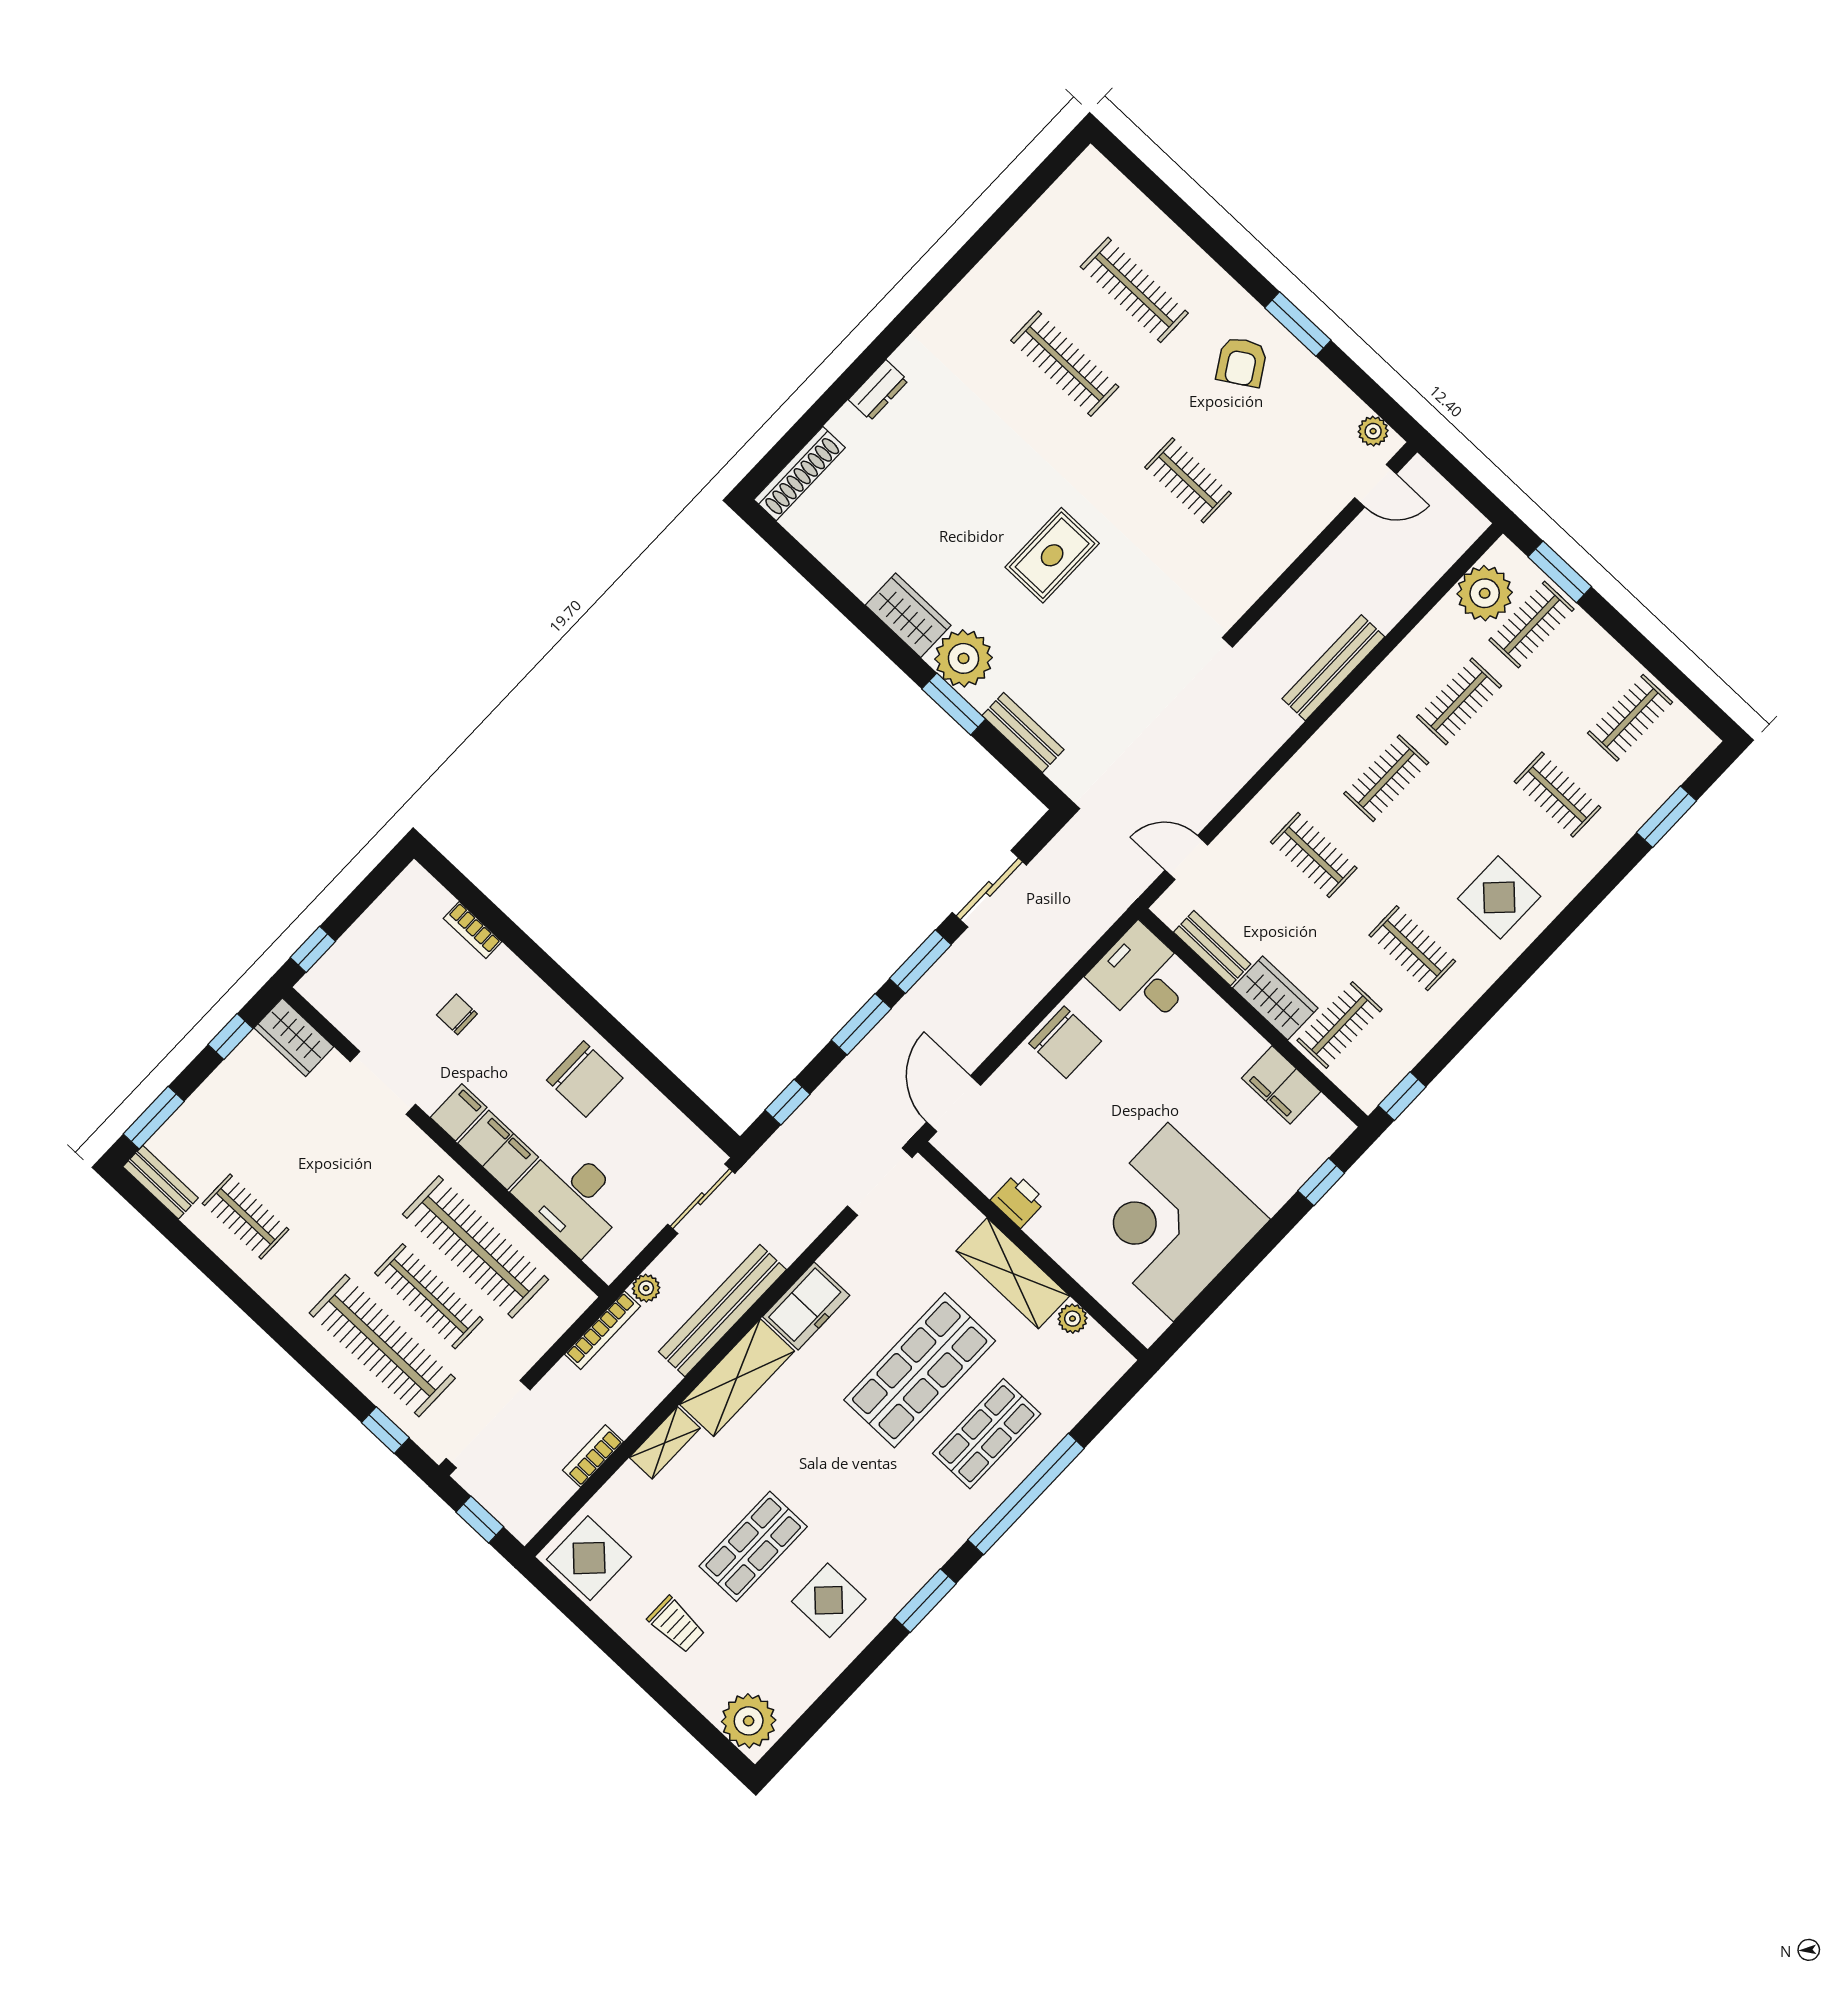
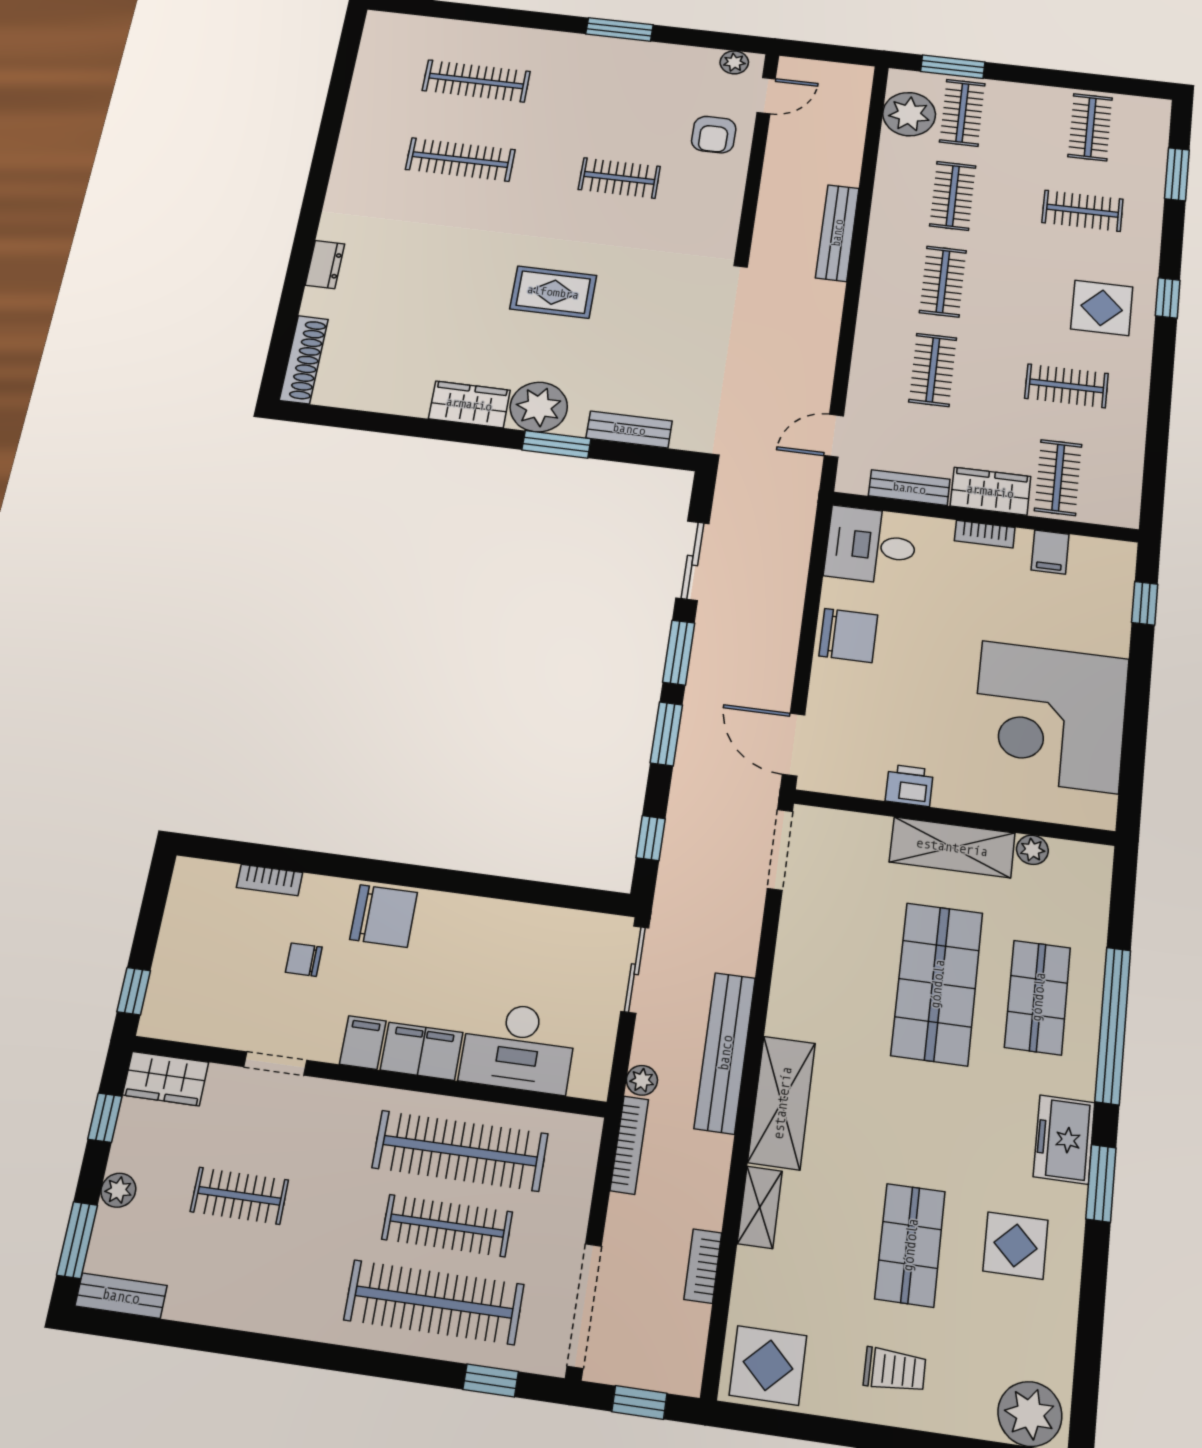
armchair: (1242, 362) -> (714, 135), moved, turned 32
rug: (1052, 555) -> (553, 292), turned 90
clothes rail: (1314, 855) -> (933, 370), turned 90
bookcase: (1241, 1032) -> (985, 534), added
chair: (585, 1079) -> (384, 916), moved
doorway: (383, 1083) -> (275, 1063), width x0.73
filing cabinet: (1281, 1085) -> (1050, 552), width x0.50
window: (1402, 1096) -> (1168, 298), moved
plant: (206, 1100) -> (118, 1190), added
clothes rail: (246, 1216) -> (239, 1196), moved
freezer: (806, 1306) -> (1064, 1139), moved, turned 180

